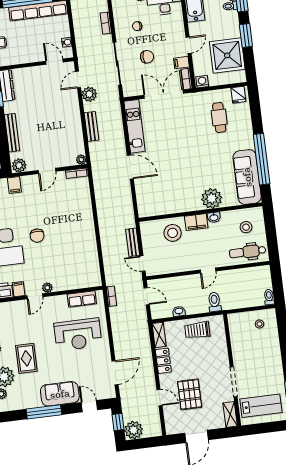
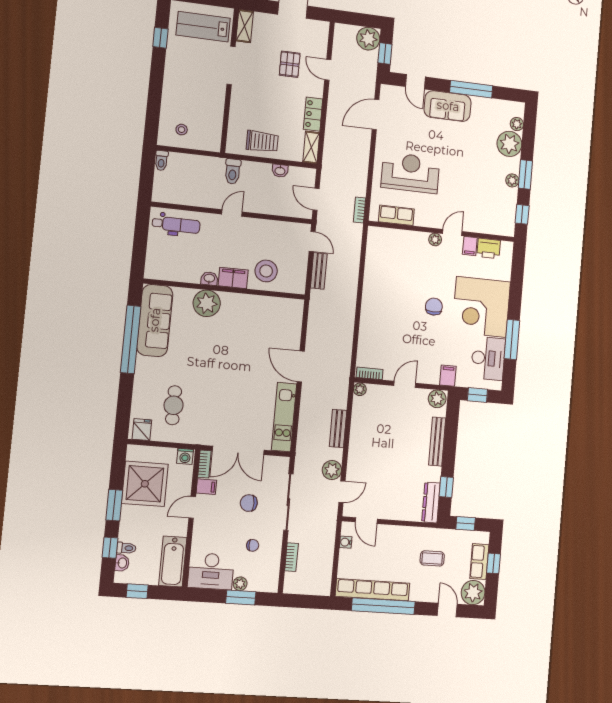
stool: (246, 227) -> (171, 256), removed
rug: (26, 358) -> (478, 159), removed
pallet: (190, 394) -> (290, 64), width x0.67, depth x0.71

